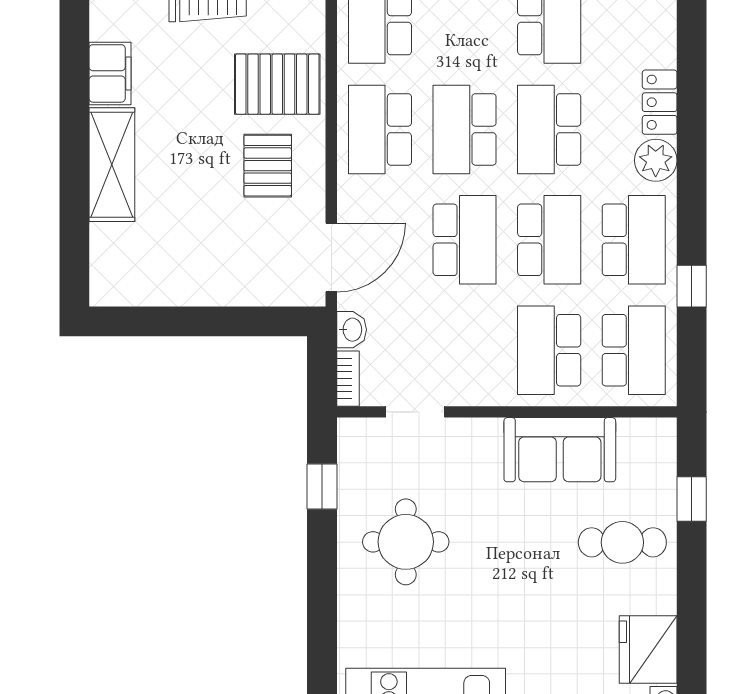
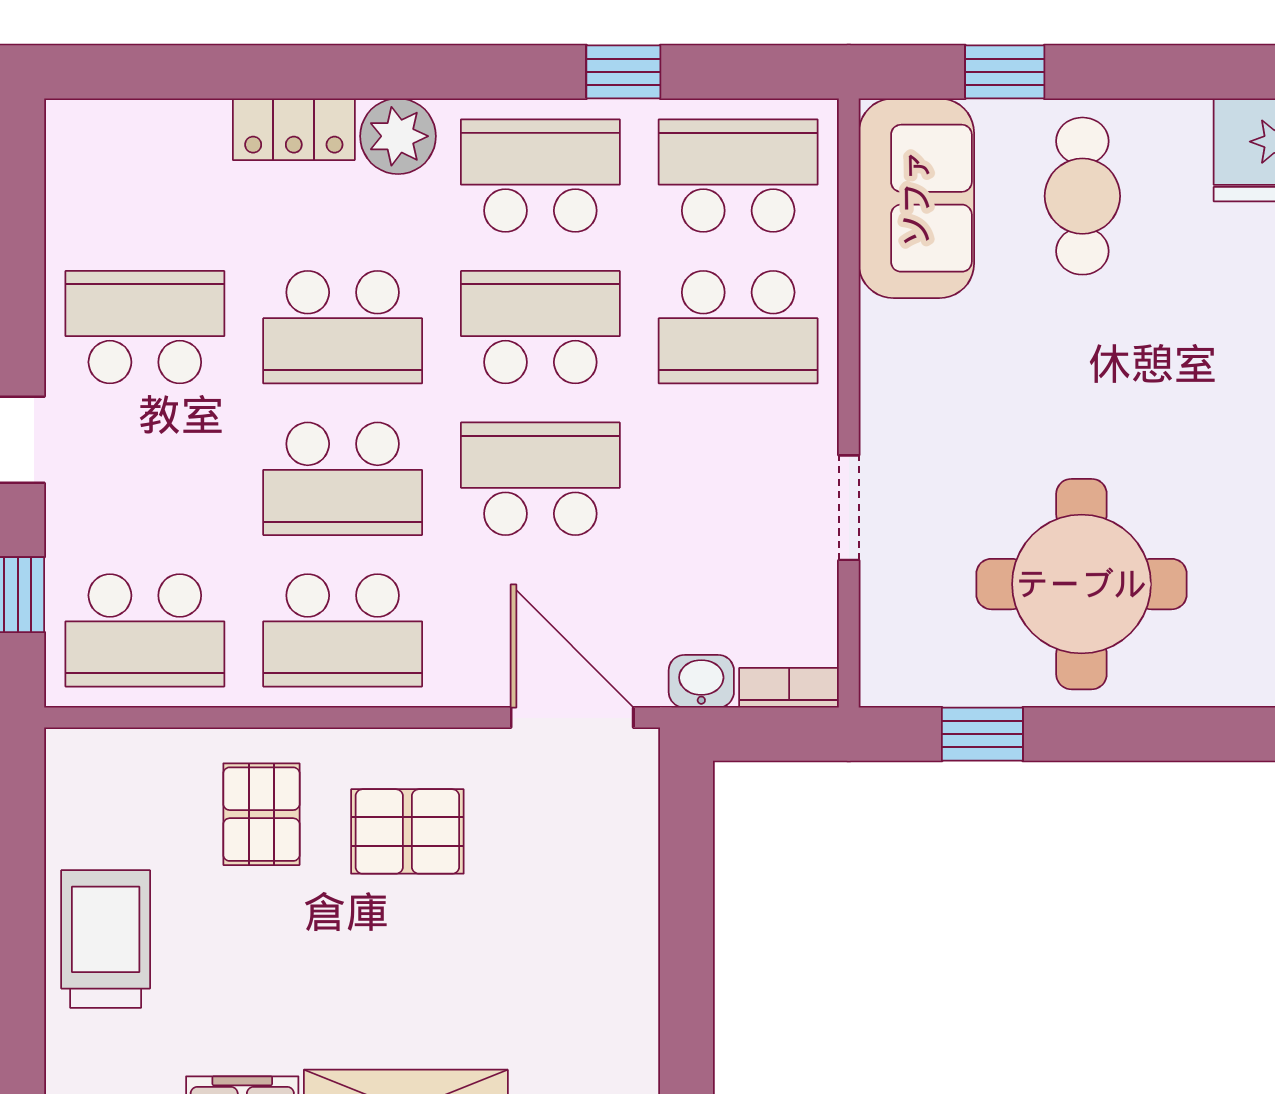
pallet: (277, 84) -> (261, 814), width x0.67, depth x0.71
doorway: (415, 412) -> (849, 508), moved
sofa: (560, 450) -> (916, 198), moved
round table: (406, 542) -> (1081, 584), width x1.36, depth x1.36

